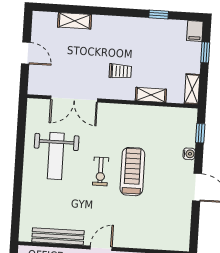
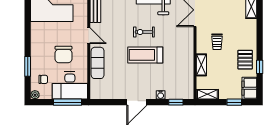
filing cabinet: (195, 31) -> (249, 88), width x2.00
pallet: (147, 34) -> (245, 60), added
treadmill: (132, 172) -> (145, 55), turned 180
exercise mat: (139, 238) -> (98, 63), added

